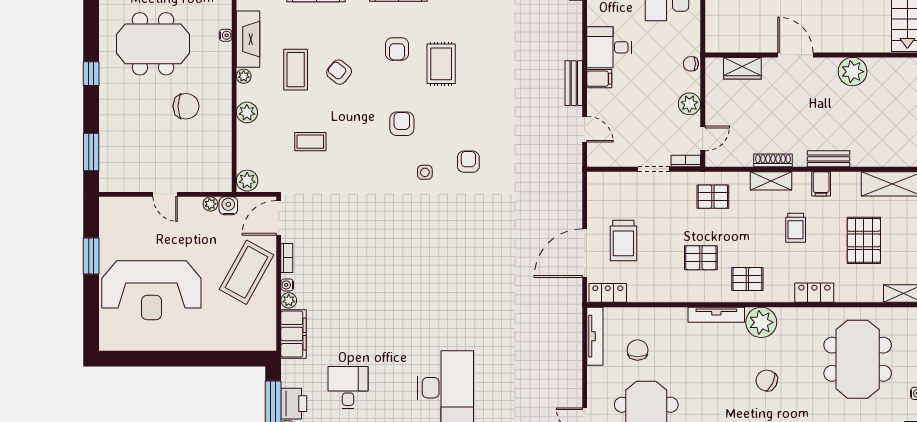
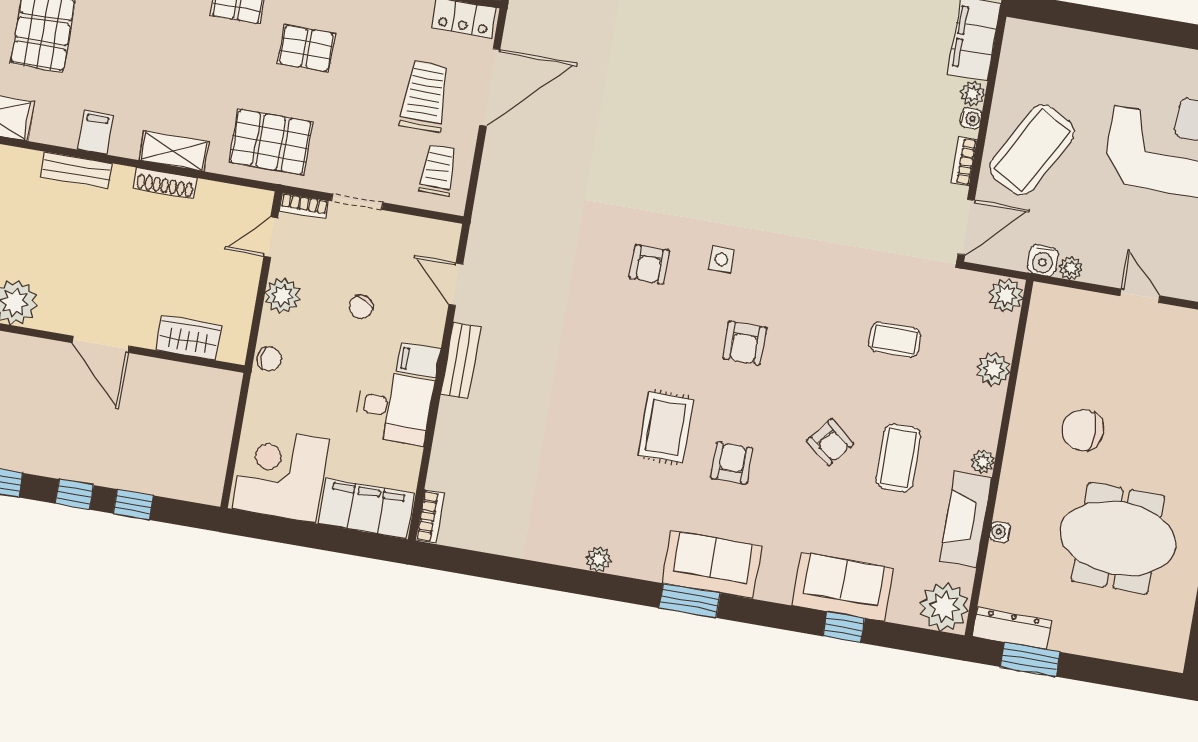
chair: (640, 105) -> (361, 307), added
plant: (247, 112) -> (993, 369), moved
pallet: (713, 197) -> (271, 142), width x1.50, depth x1.42
trolley: (796, 228) -> (438, 170), moved

